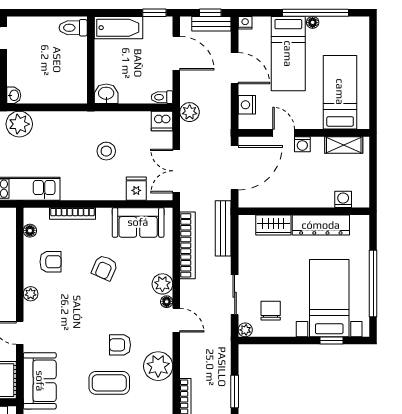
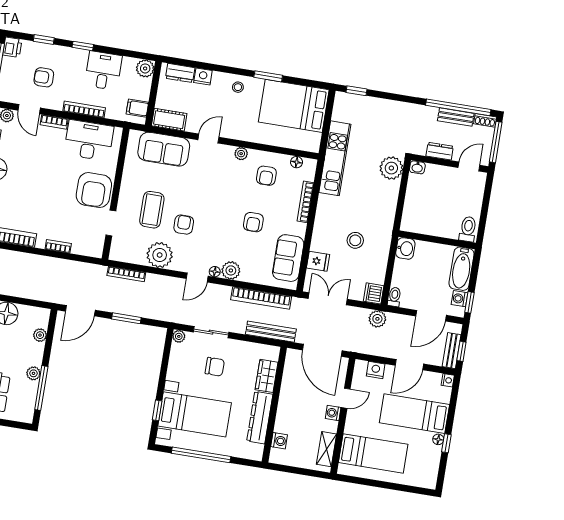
window: (315, 13) -> (446, 443), width x0.32
washing machine: (152, 24) -> (459, 299), added
armchair: (105, 268) -> (253, 222), turned -114
chair: (271, 311) -> (215, 367), moved

